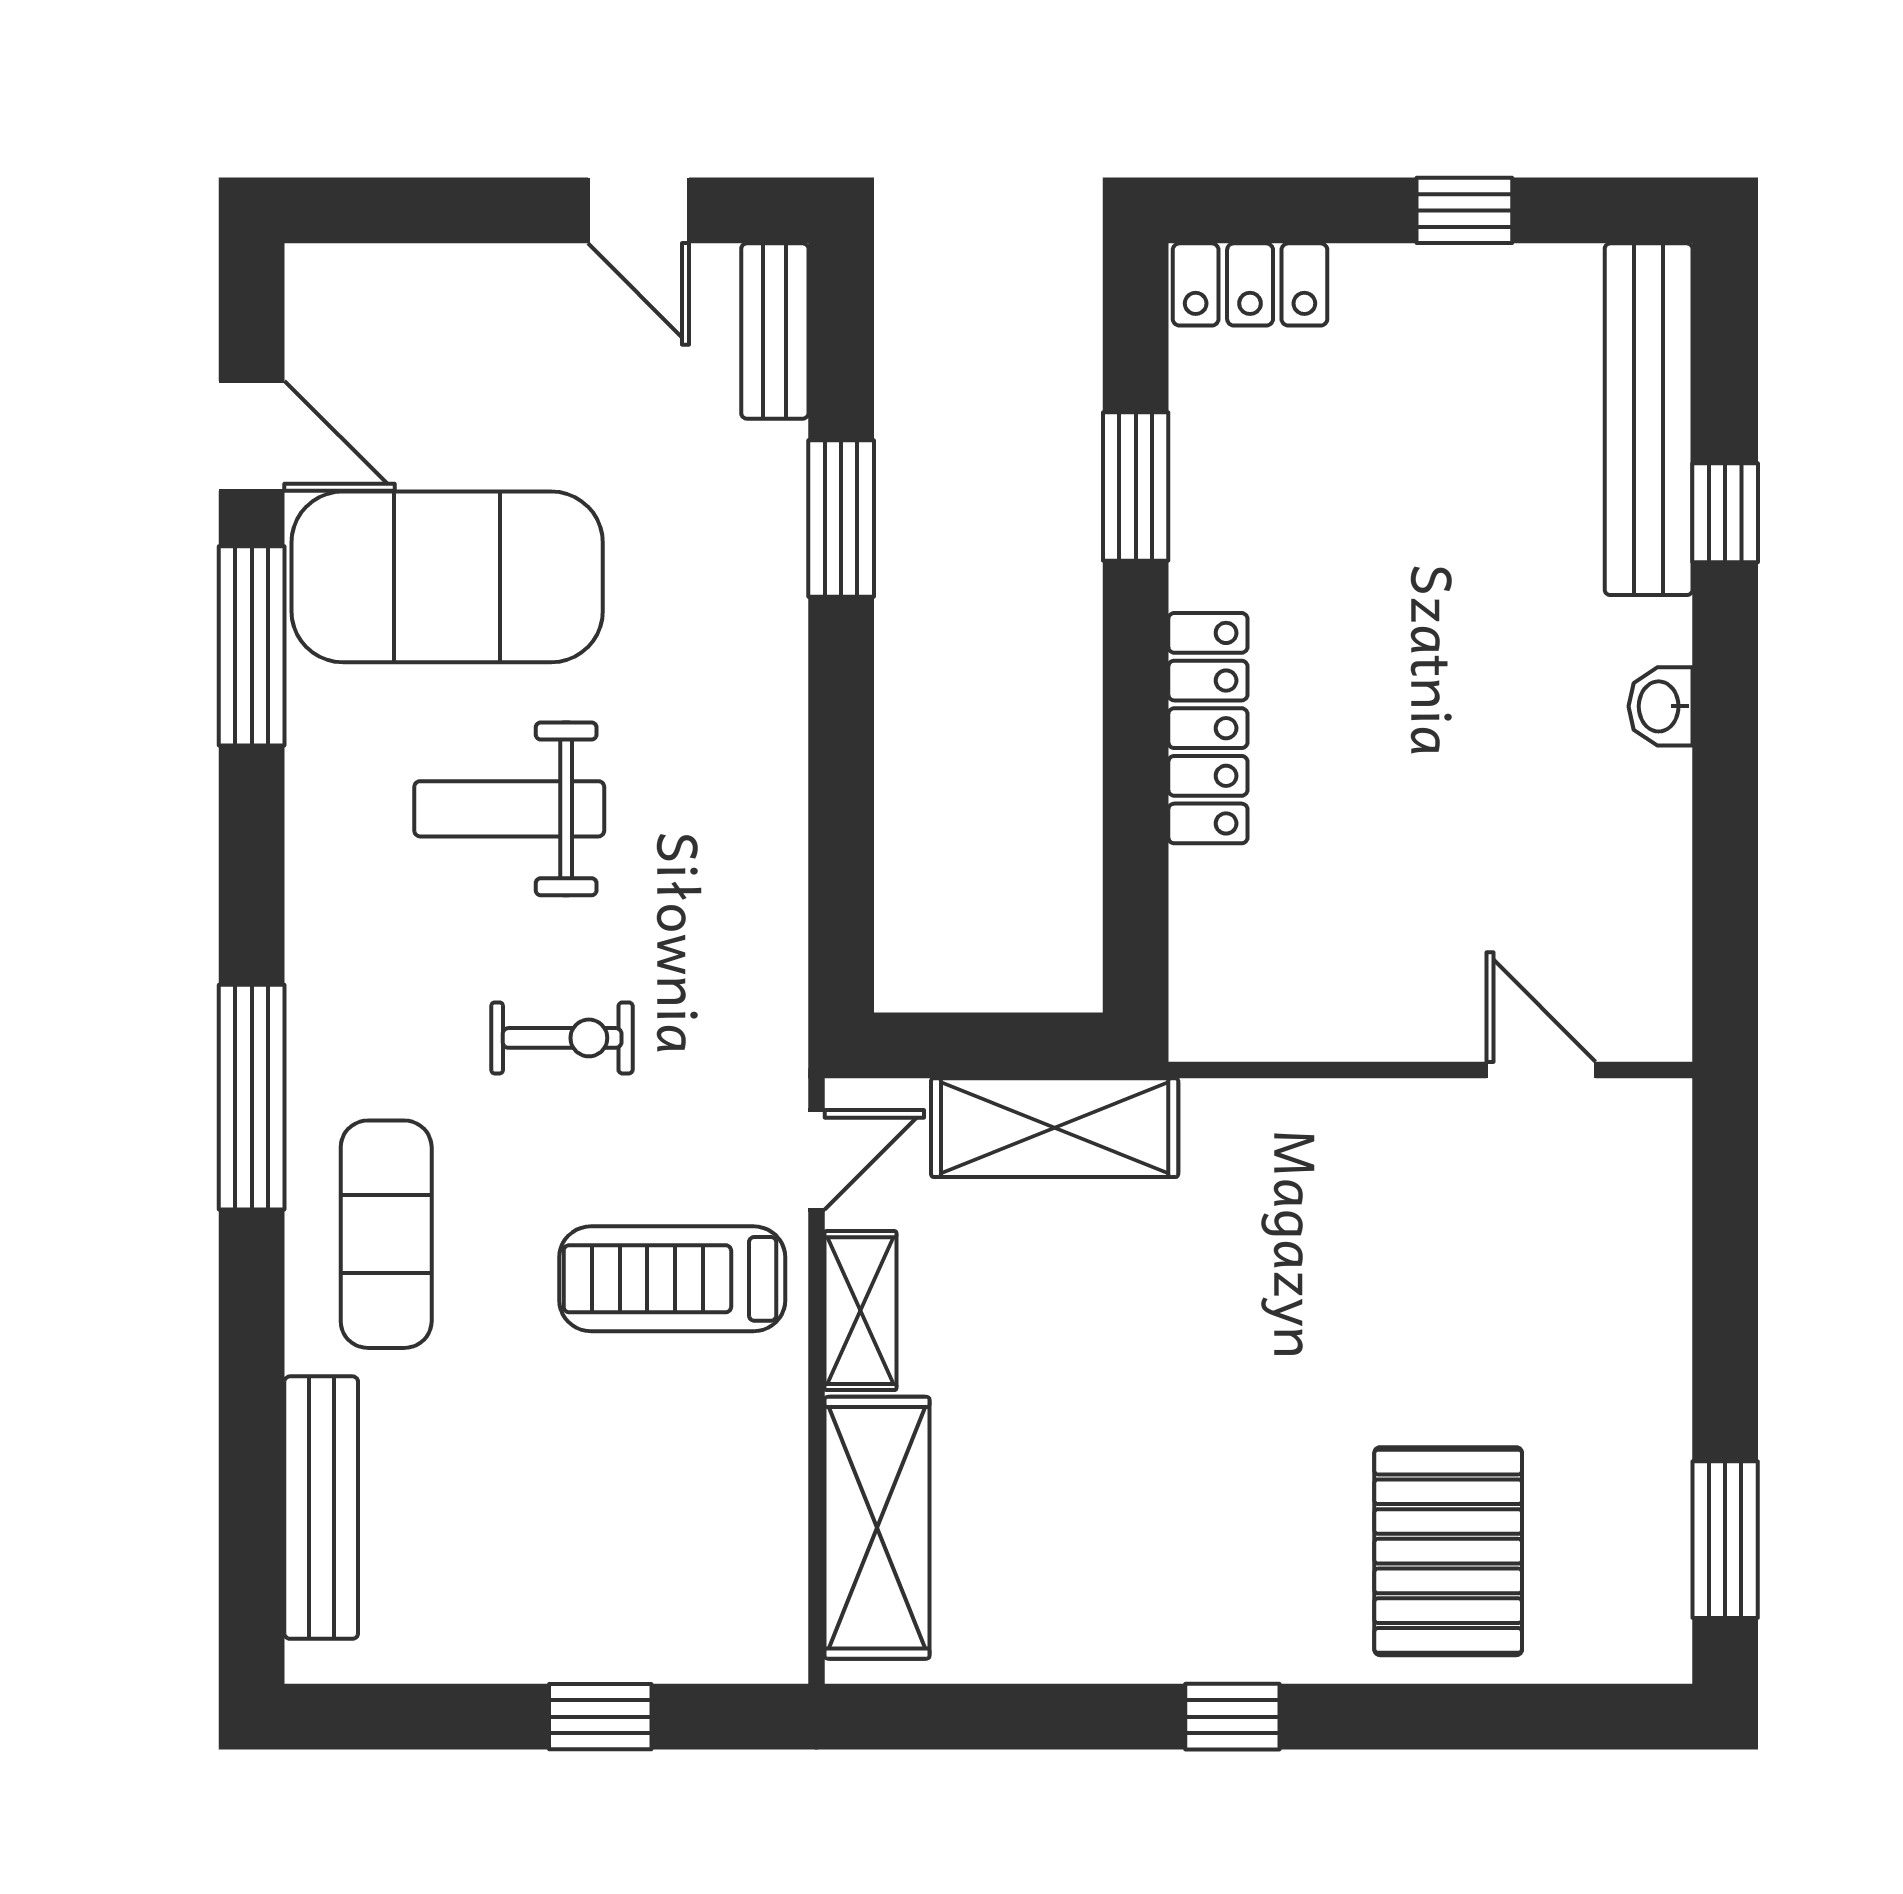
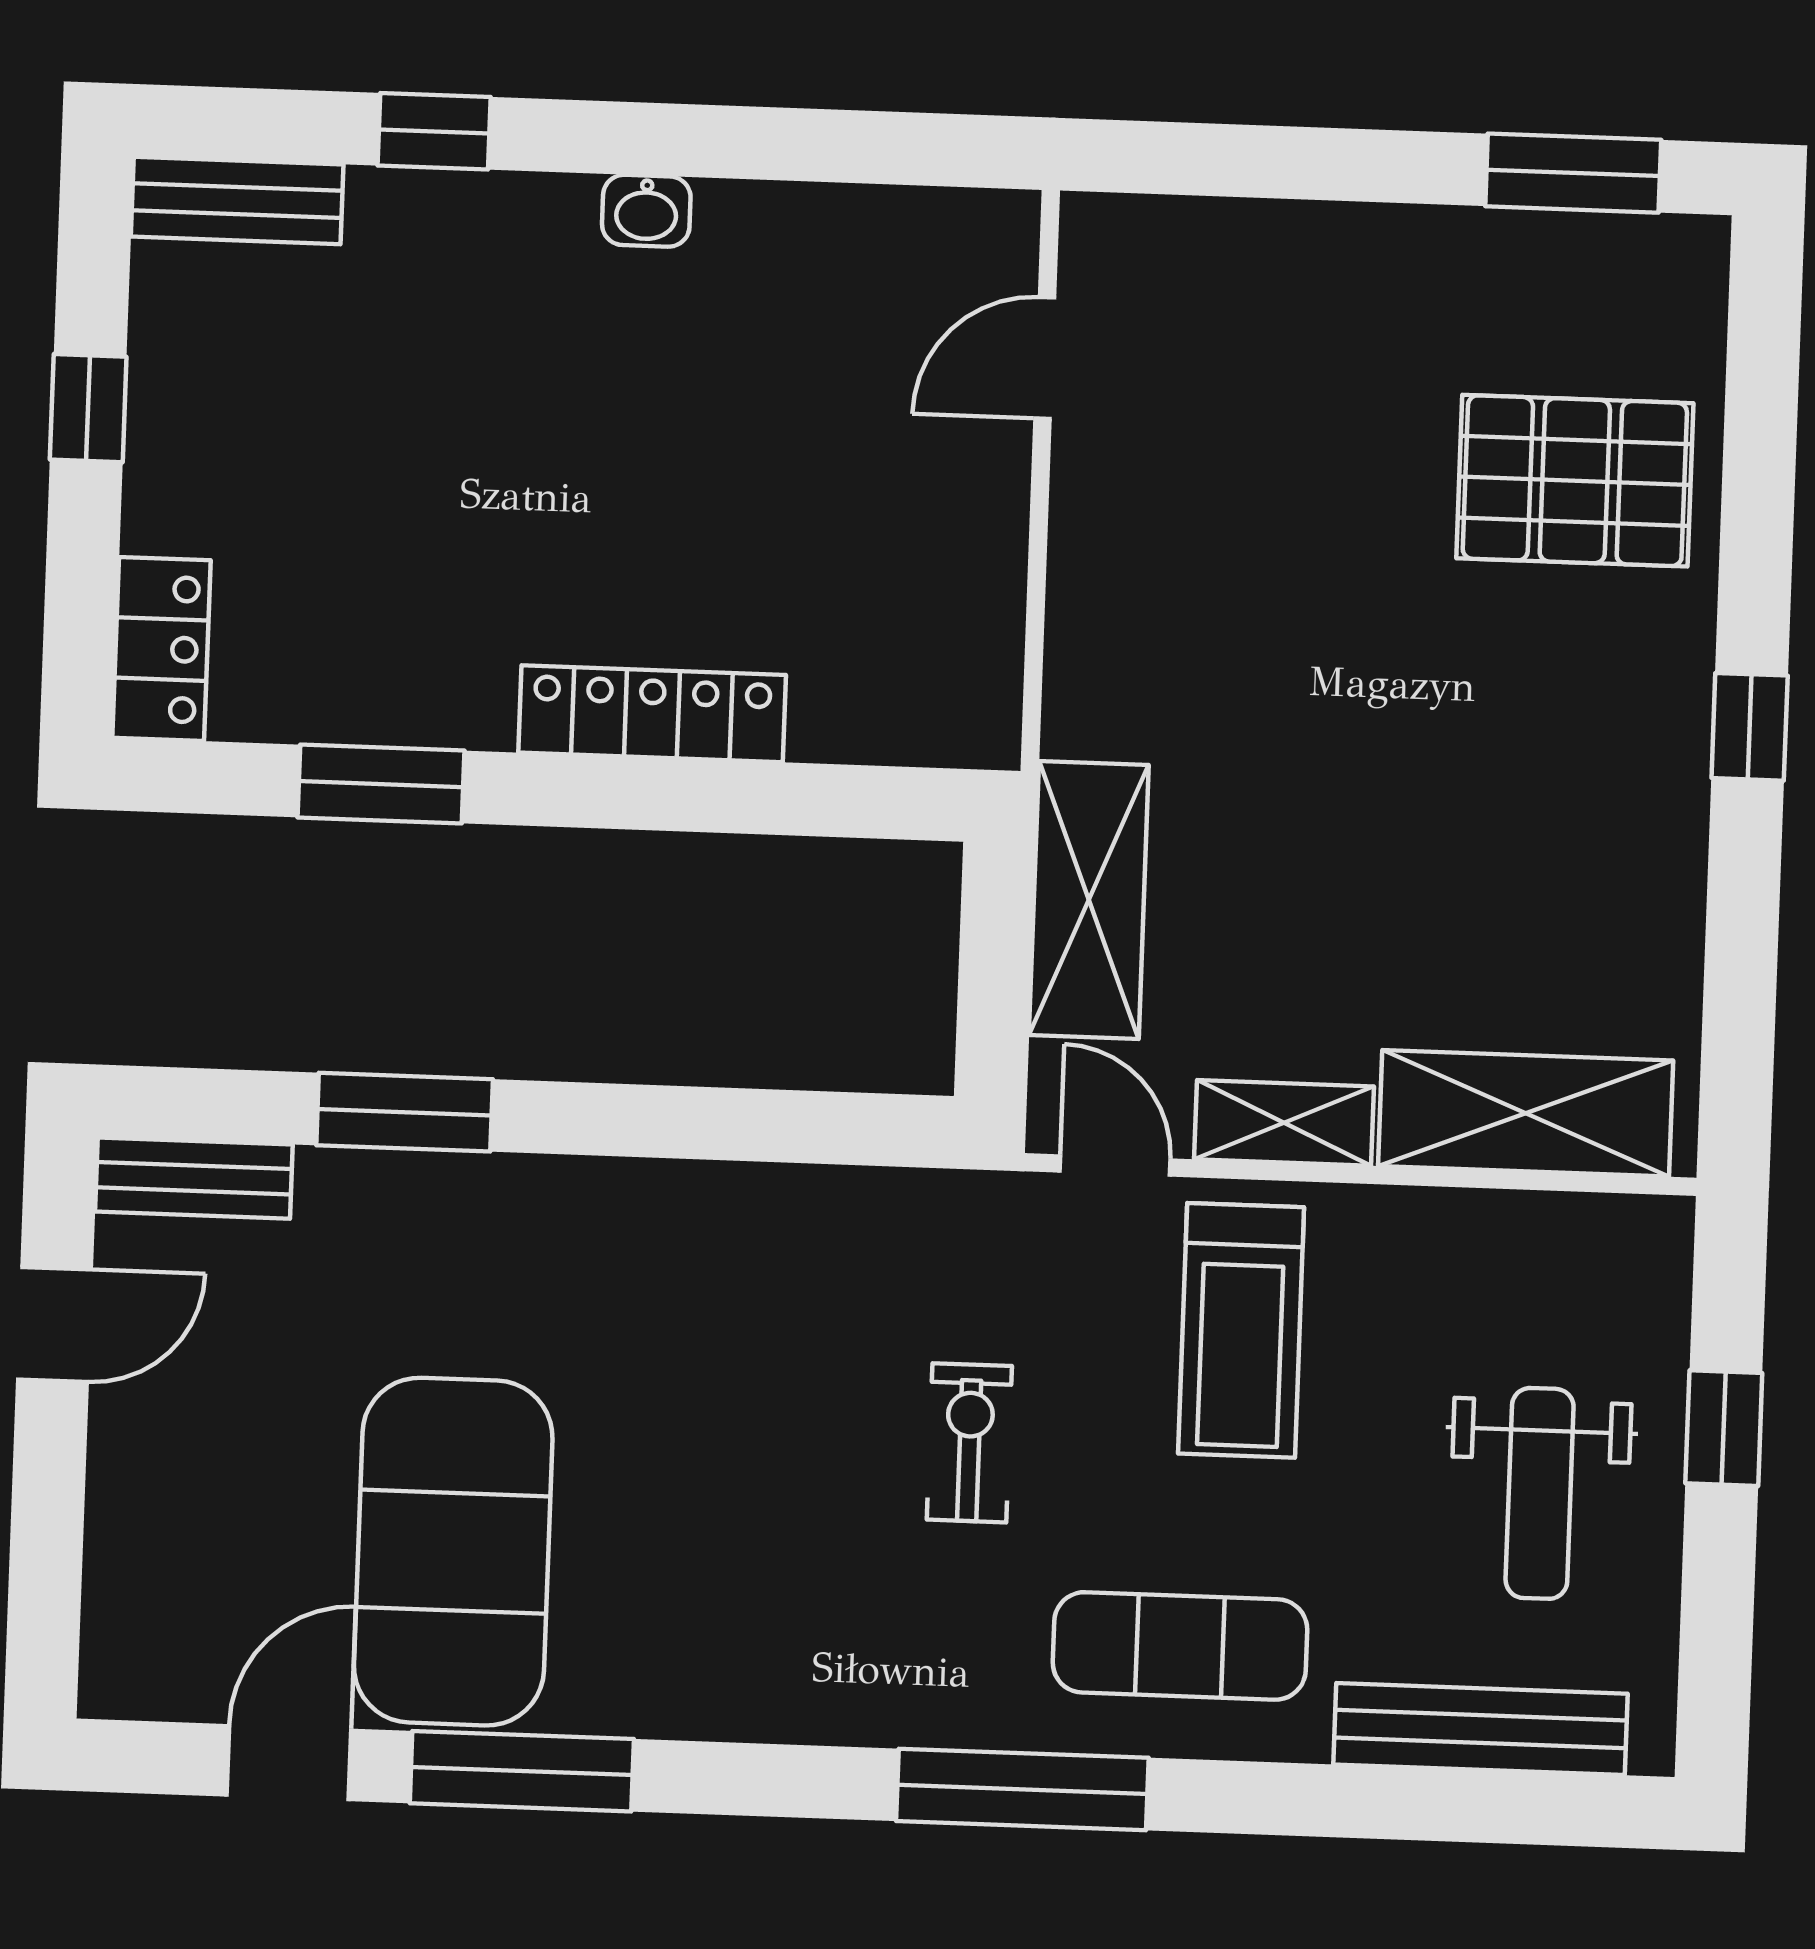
bench: (1649, 419) -> (237, 200), width x0.54, depth x0.82
weight bench: (509, 809) -> (1540, 1493), moved

